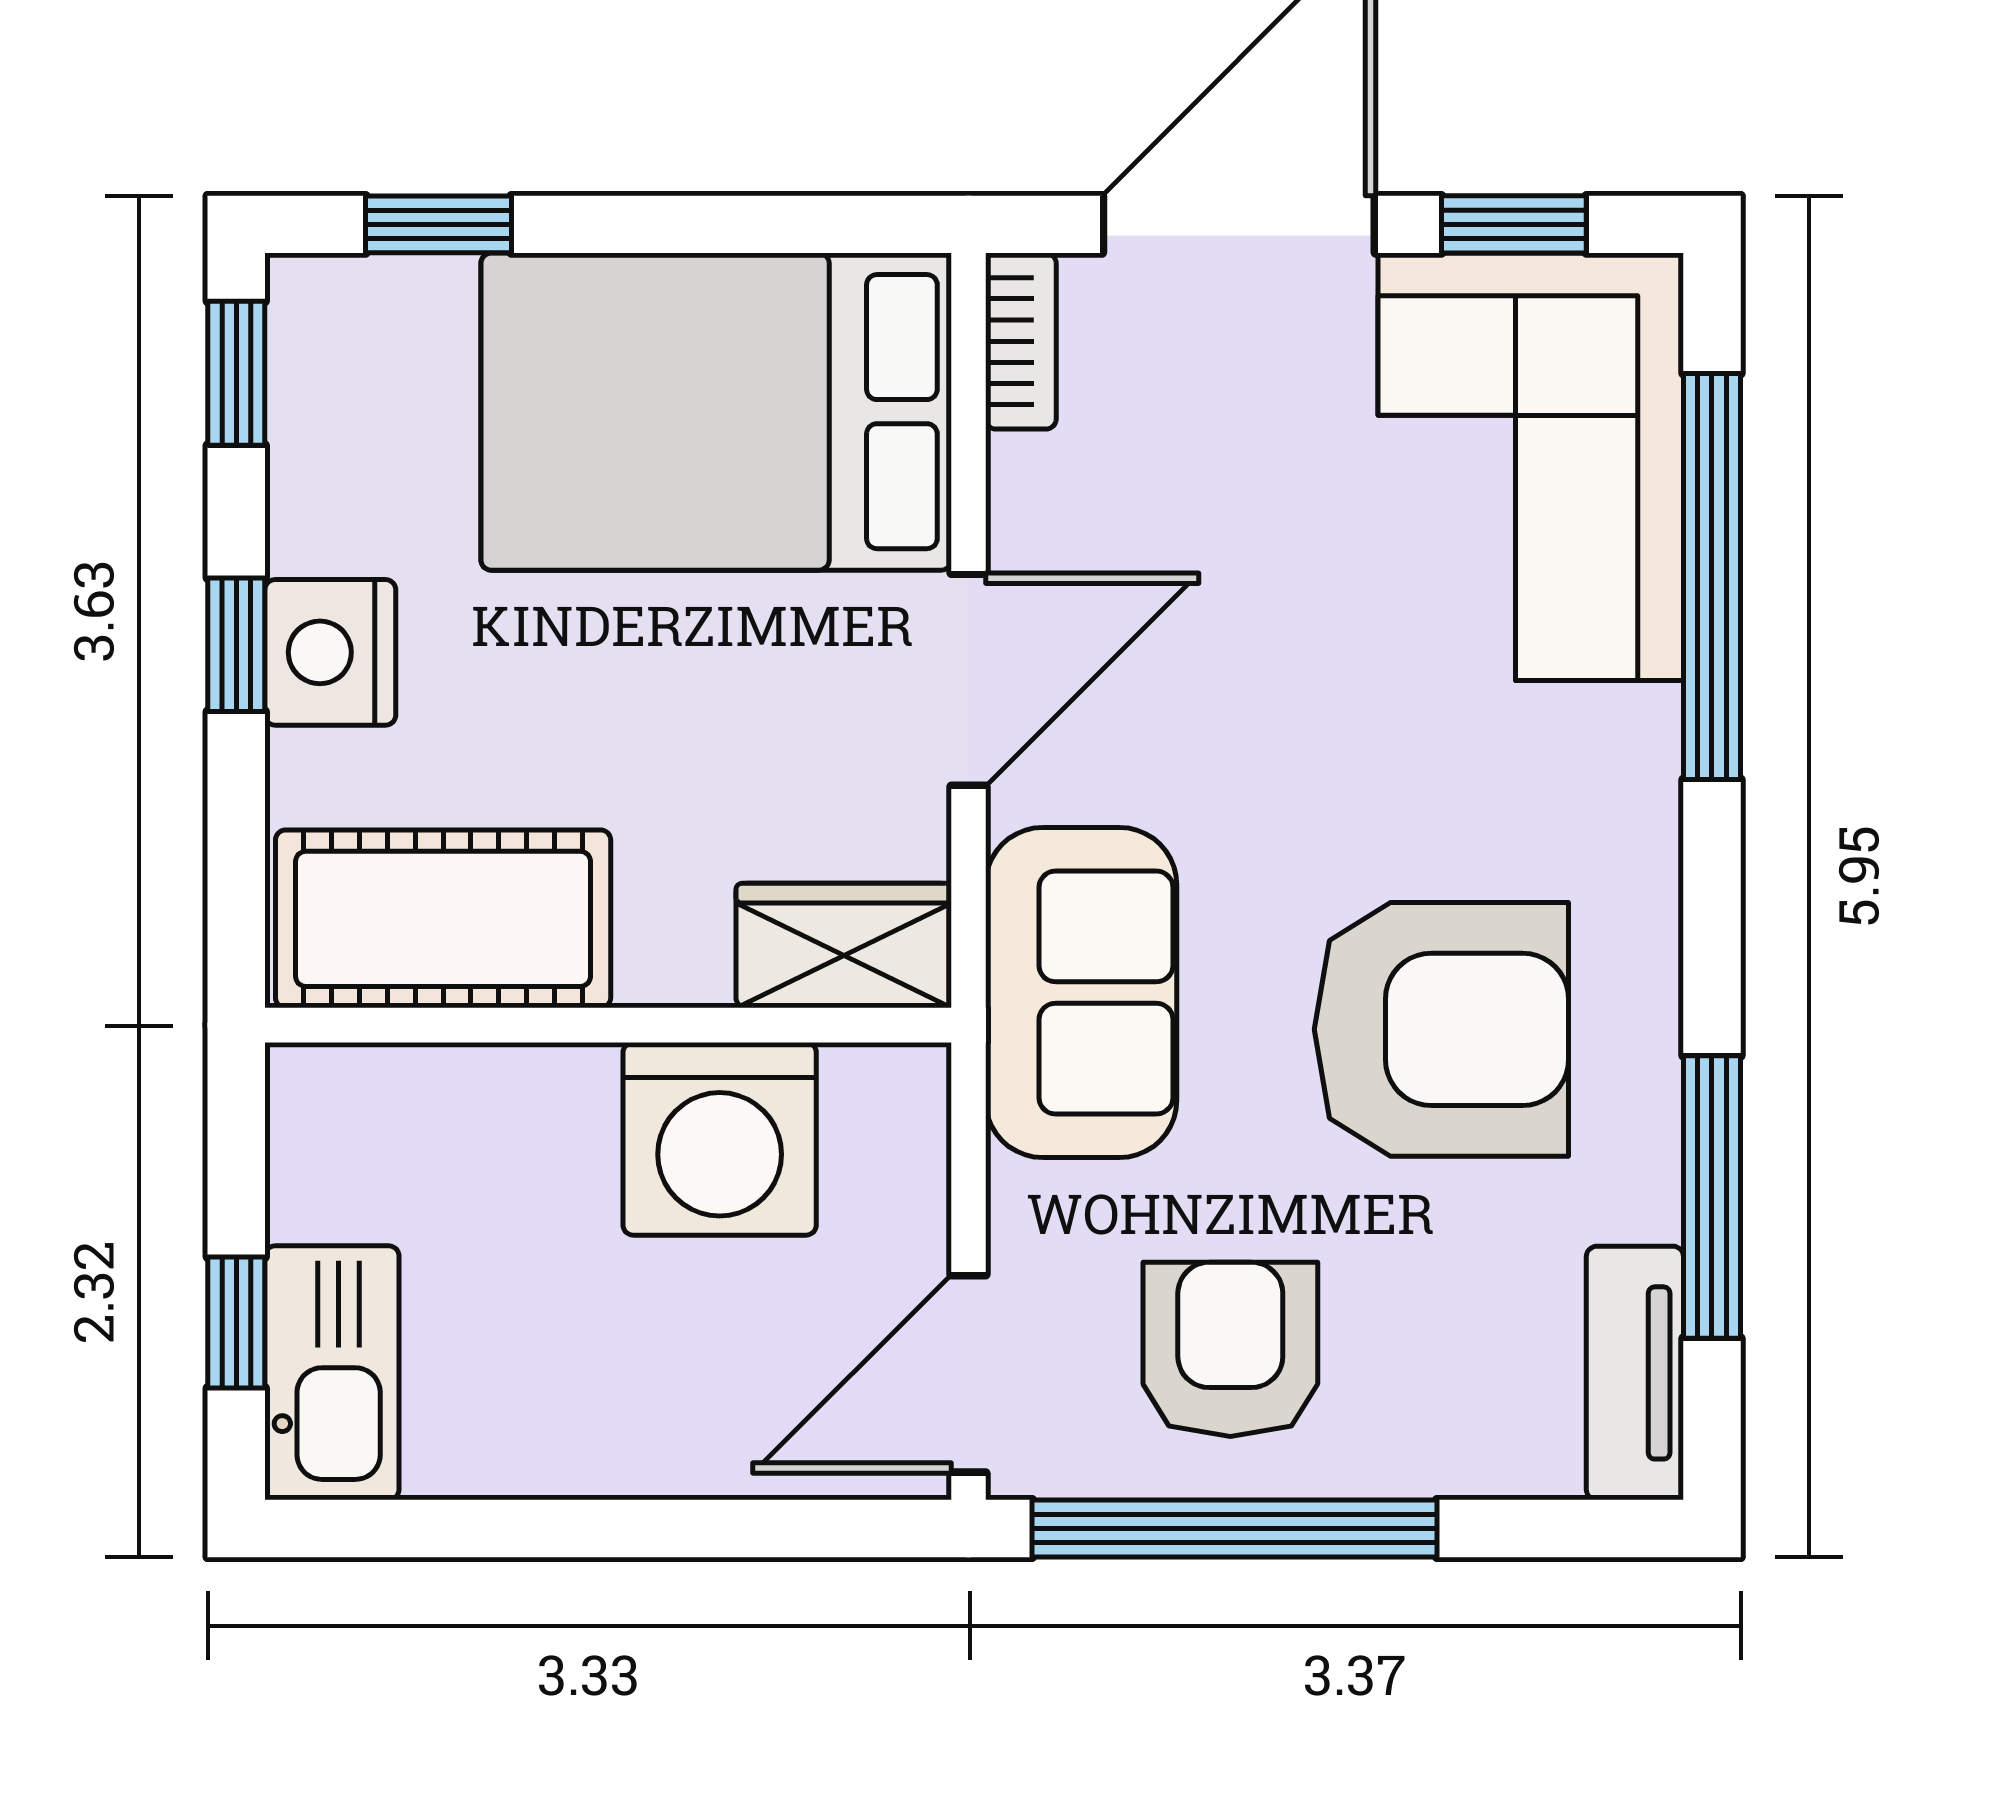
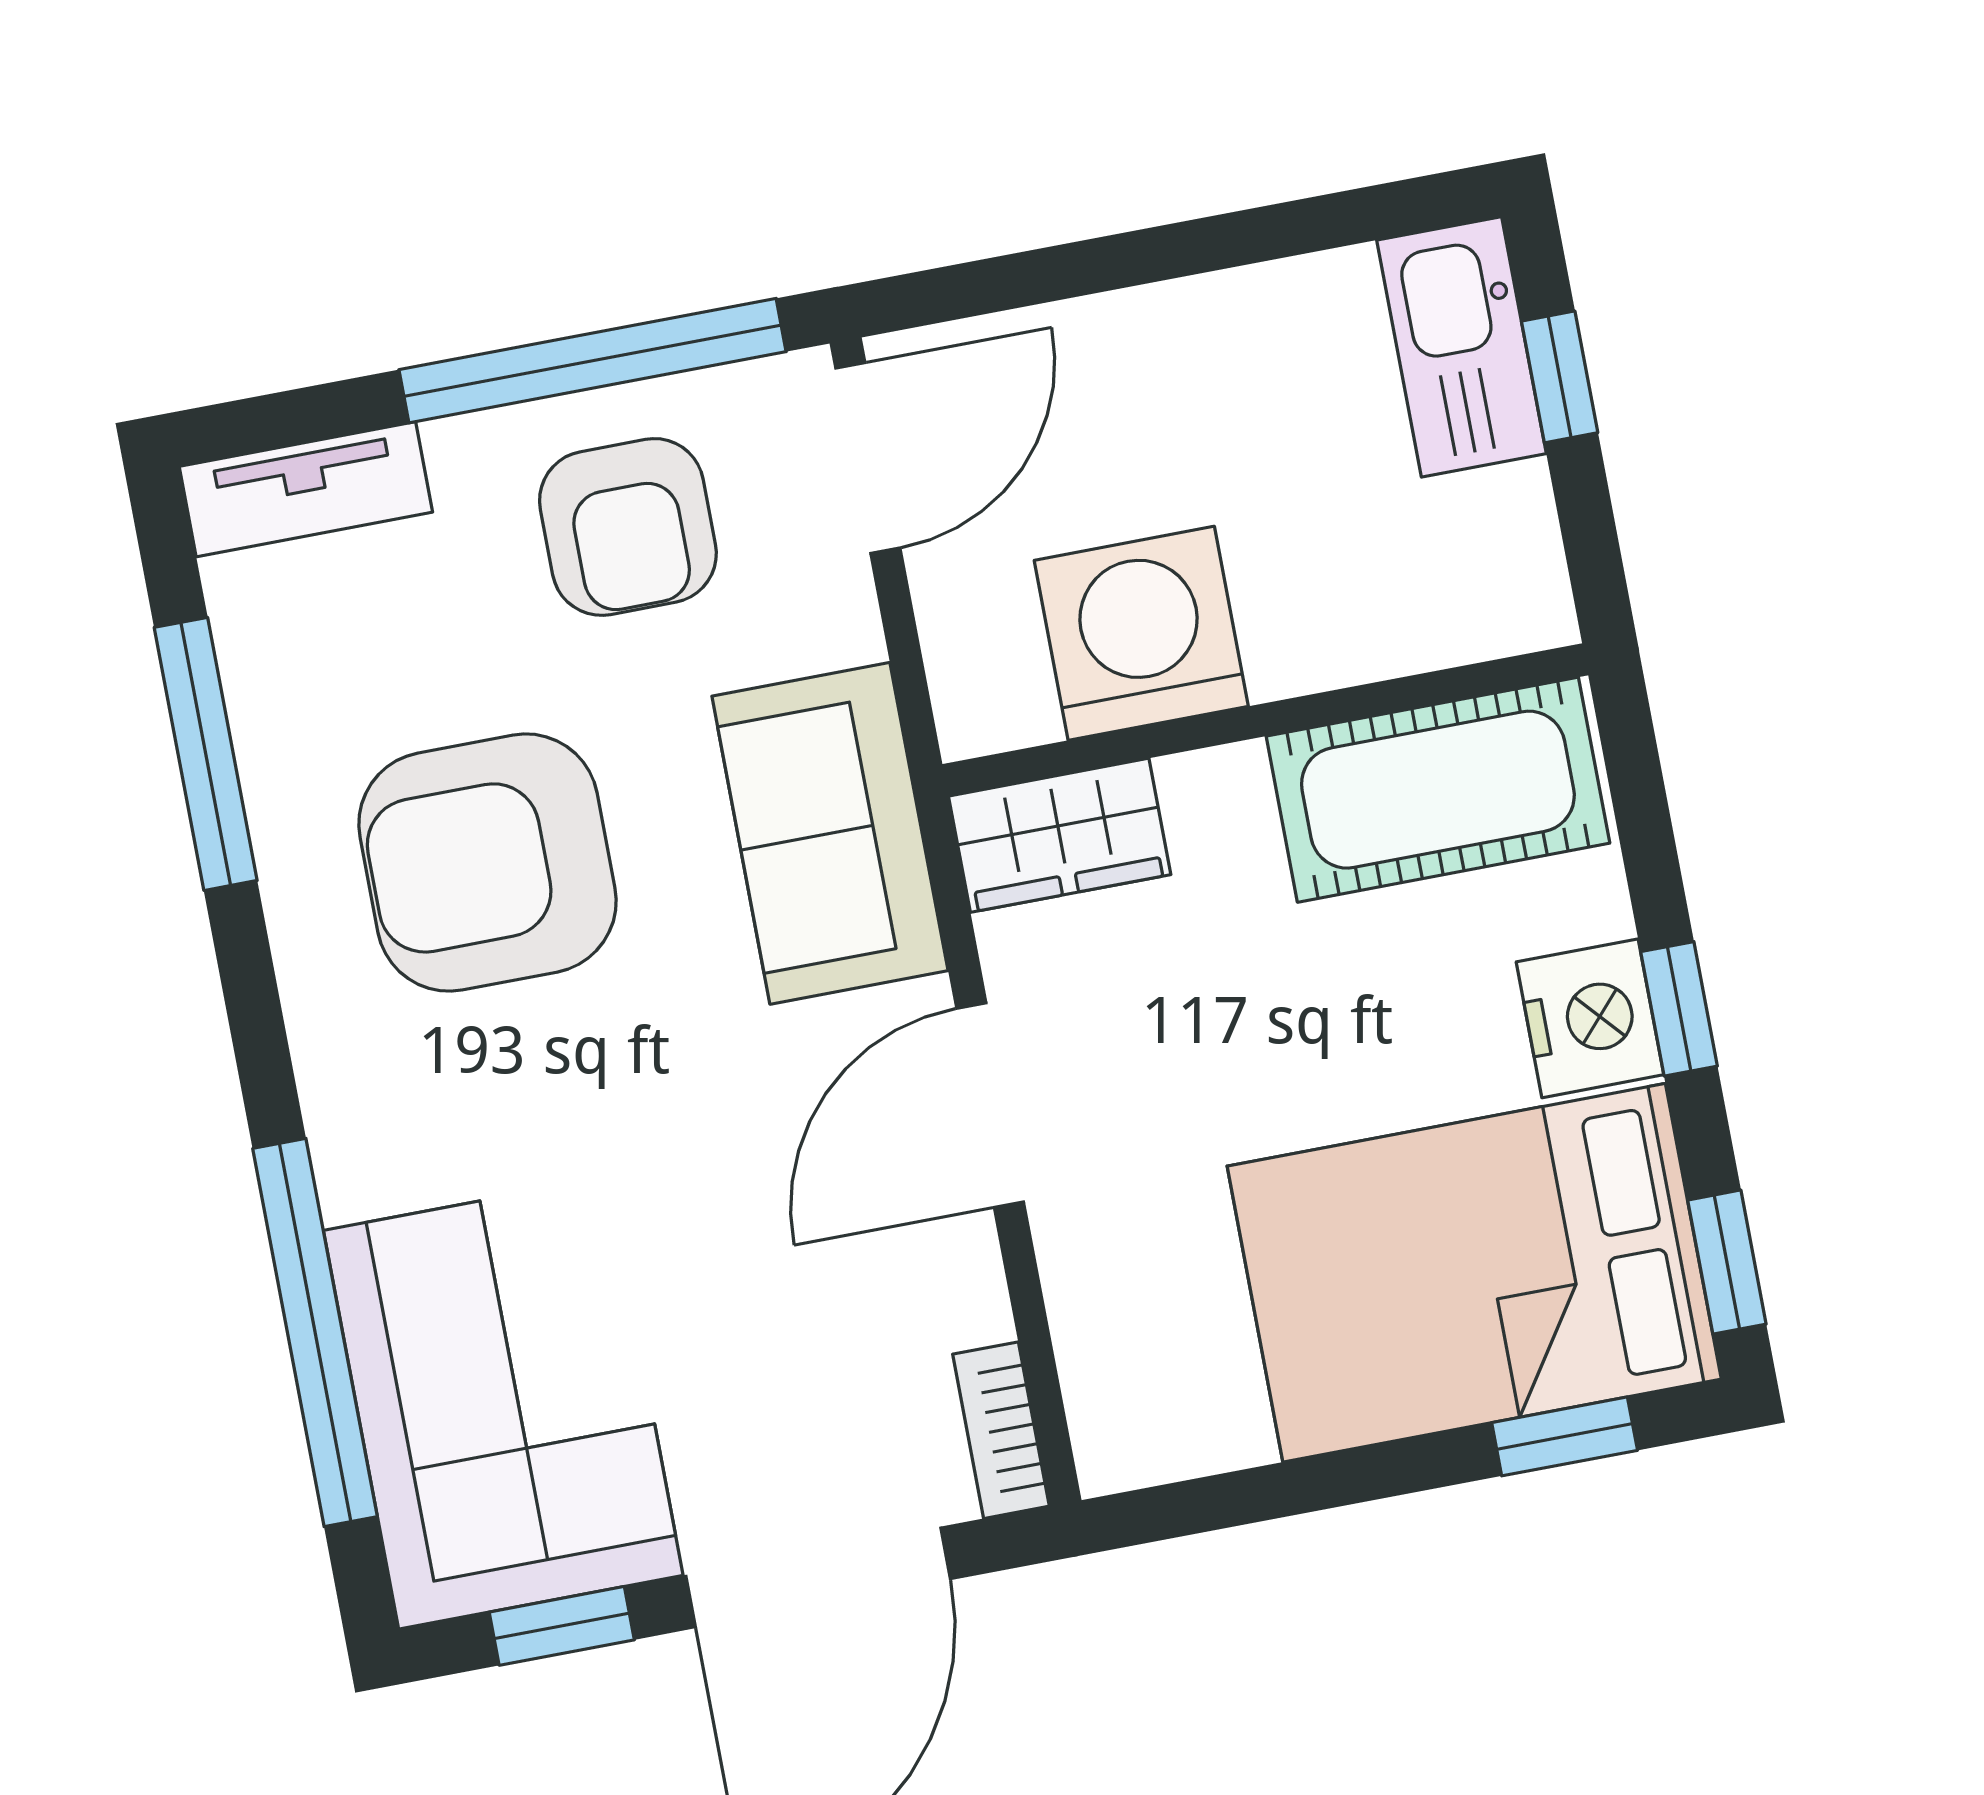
bed: (716, 412) -> (1474, 1273), moved, turned 180
tv unit: (1635, 1373) -> (306, 489), moved, turned 90

